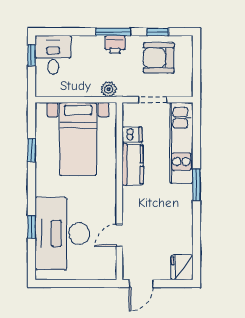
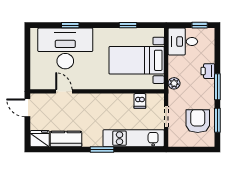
window: (158, 32) -> (217, 120), width x1.50
printer: (115, 44) -> (208, 71), moved
desk: (53, 55) -> (183, 42), moved, turned 180
kitchen counter: (133, 165) -> (66, 139), moved, turned 180

